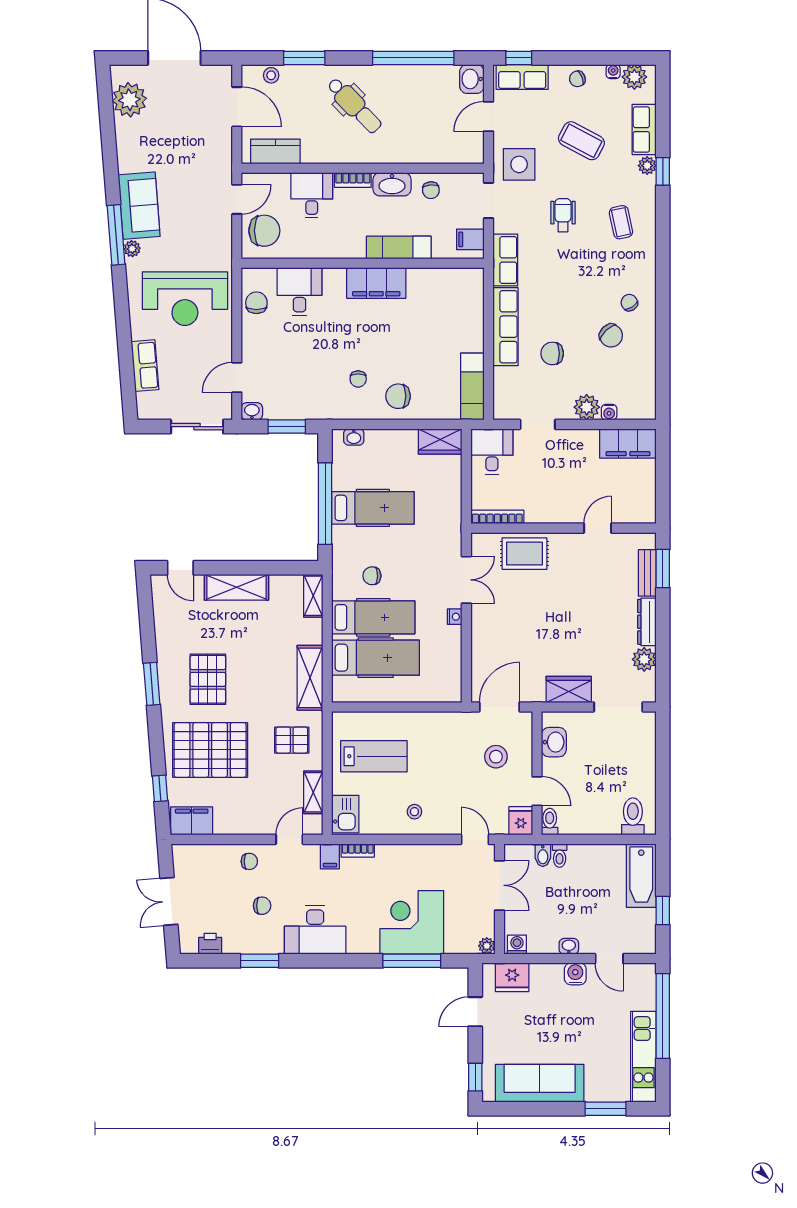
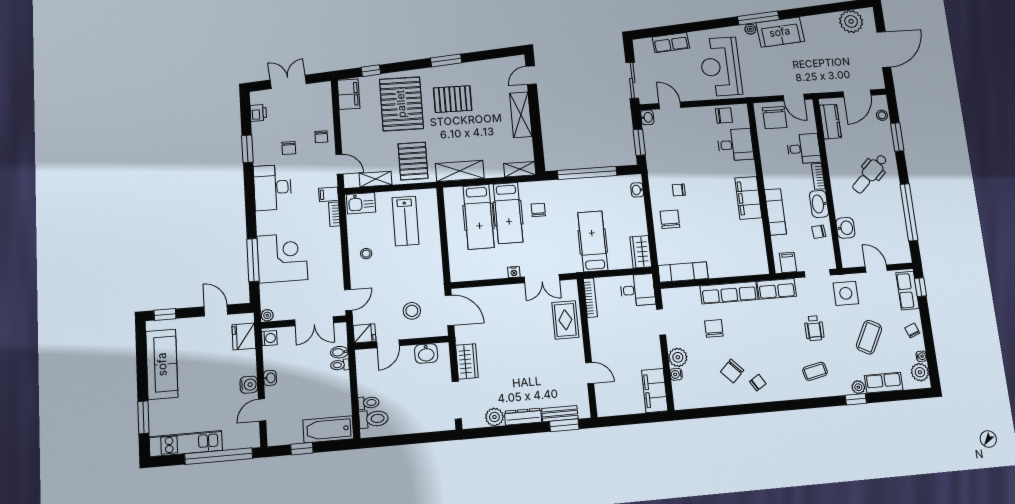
washbasin: (472, 79) -> (845, 228), moved, turned 90
wheelchair: (563, 215) -> (814, 328), turned 90
hospital bed: (373, 508) -> (593, 241), moved, turned 180
pallet: (292, 740) -> (413, 161), width x1.50, depth x1.42
toilet: (550, 822) -> (369, 403), moved

